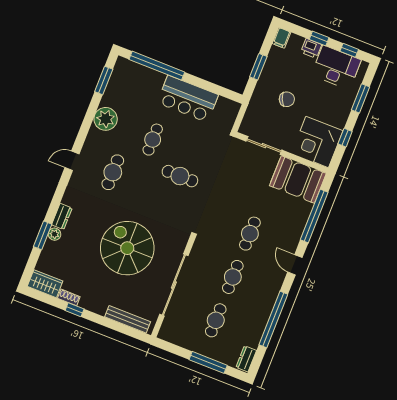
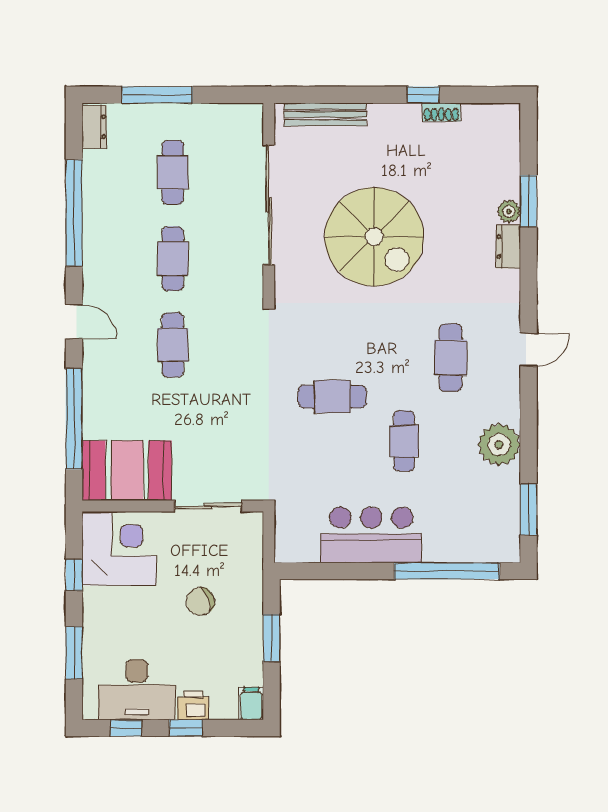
wardrobe: (45, 284) -> (492, 120), removed

